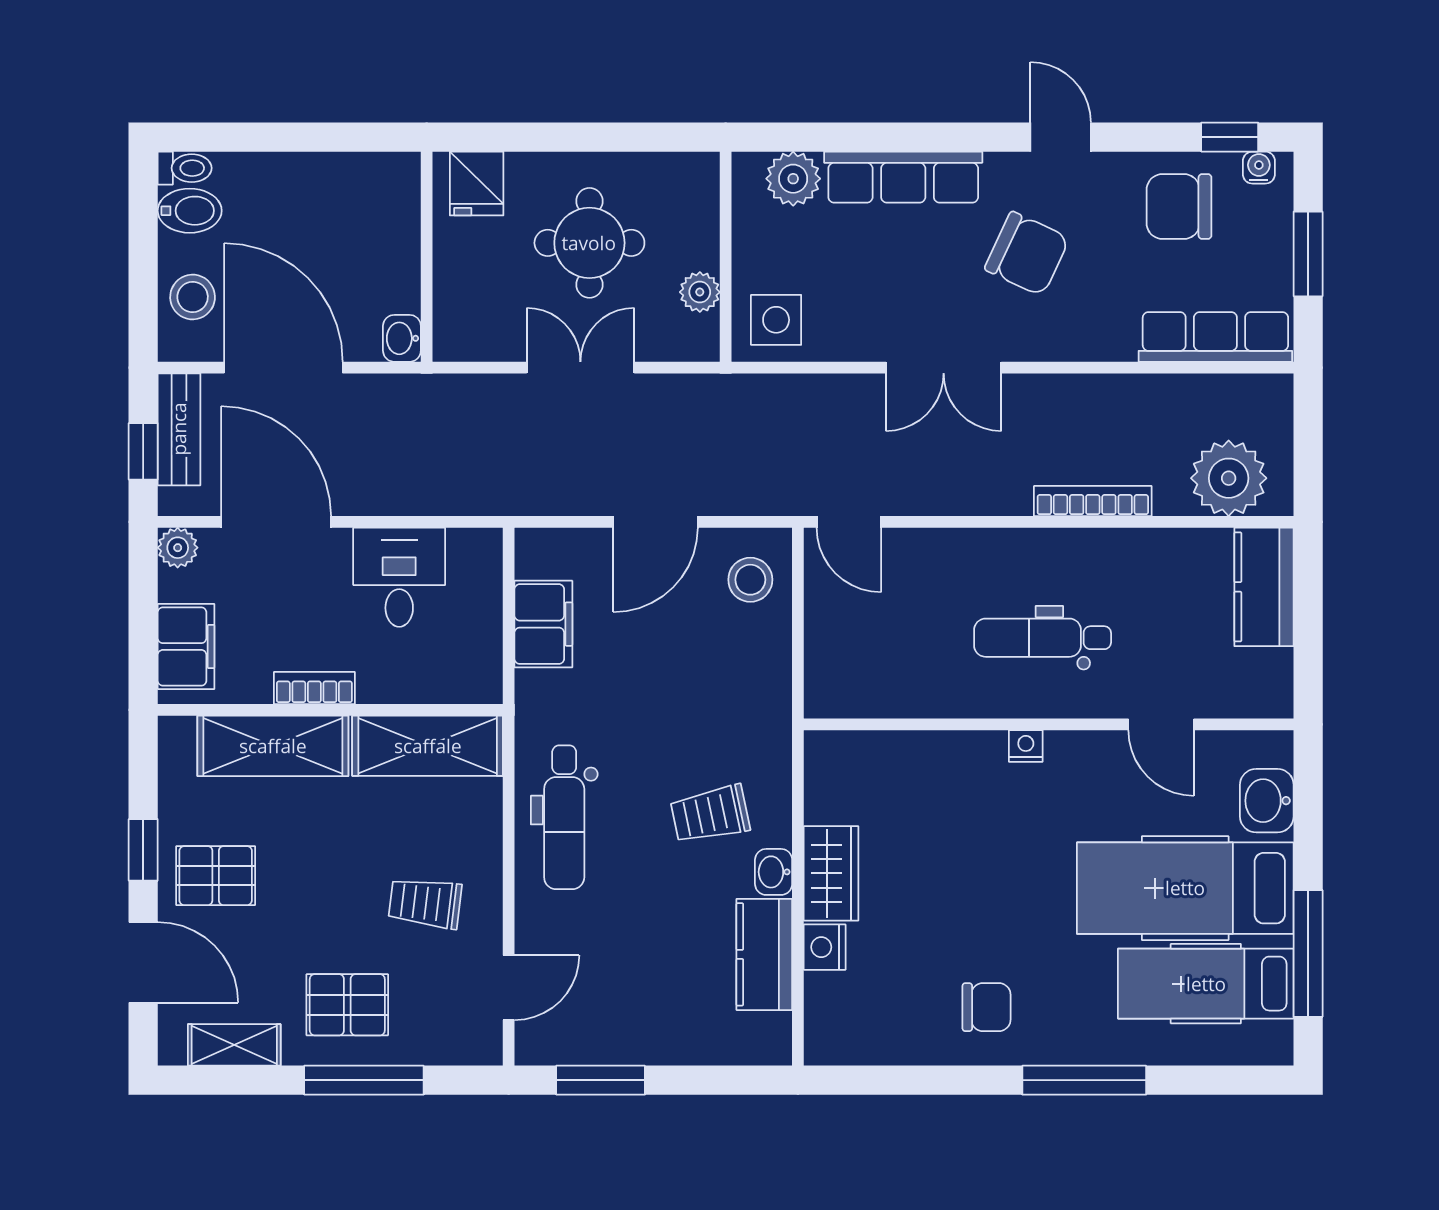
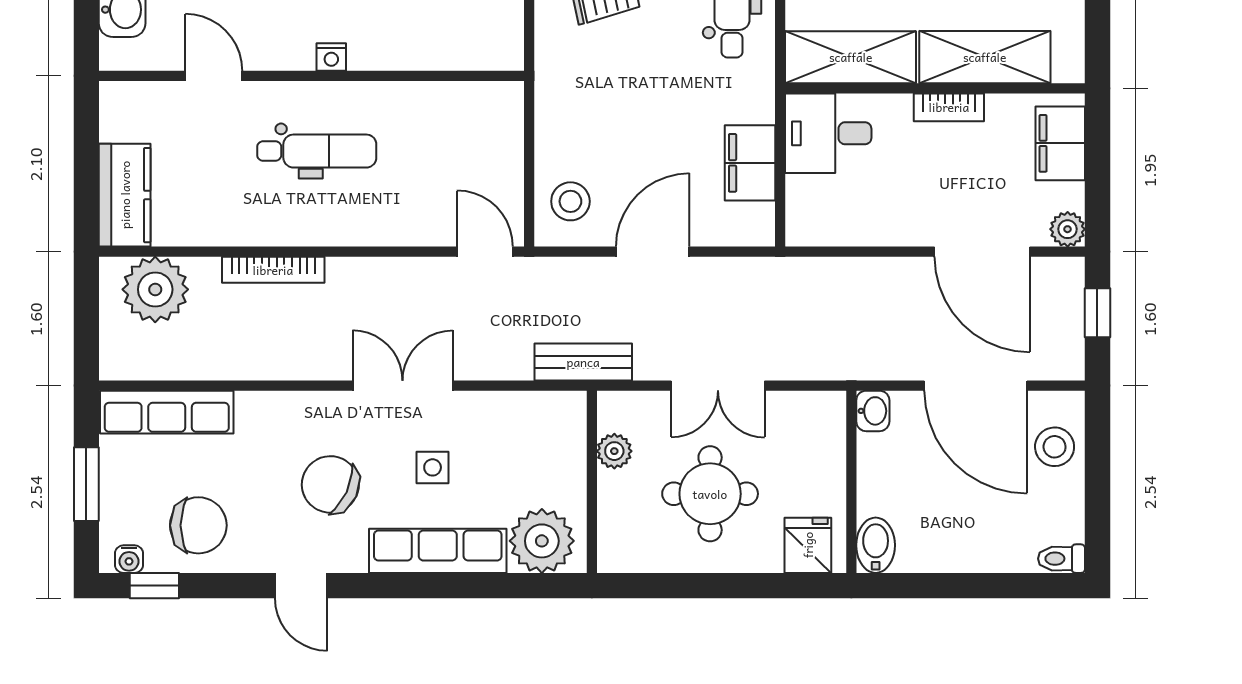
plant: (793, 179) -> (542, 541), width x1.36, depth x1.36
bidet: (190, 211) -> (876, 545), moved, turned 90
side table: (776, 320) -> (433, 467), moved, width x0.73, depth x0.73
bench: (179, 429) -> (583, 362), moved, turned 90
desk: (399, 577) -> (828, 133), moved, turned 90

